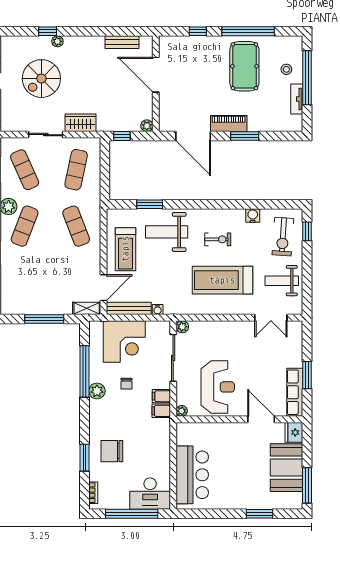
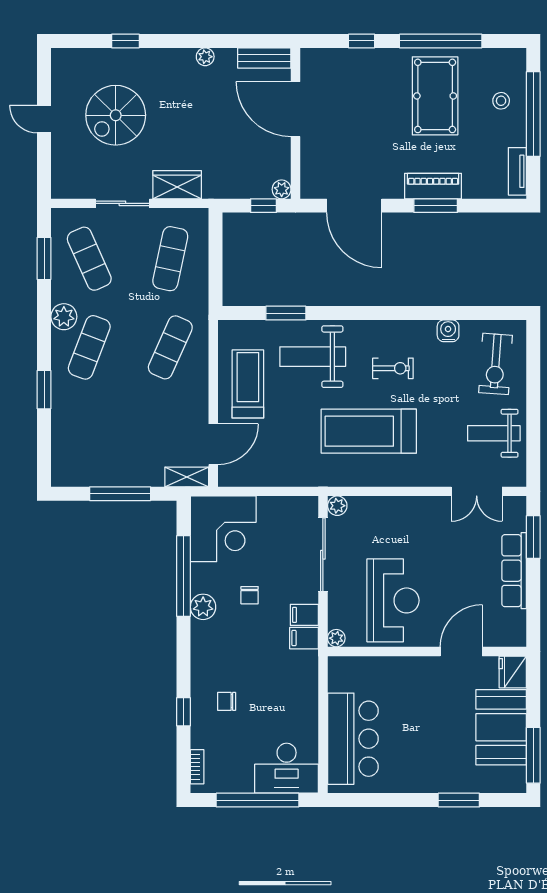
plant: (57, 41) -> (205, 57), moved
bench: (122, 42) -> (264, 58), moved
tv unit: (297, 99) -> (517, 171), moved
piano: (229, 124) -> (433, 186), moved
window: (122, 136) -> (264, 206), moved
exercise mat: (76, 226) -> (170, 347), turned 45
window: (307, 231) -> (533, 356), removed
treadmill: (125, 249) -> (248, 384), turned 180
treadmill: (222, 280) -> (369, 431), moved
bench: (129, 308) -> (253, 477), removed
water cooler: (158, 310) -> (298, 479), removed
corner desk: (124, 341) -> (223, 529), moved
window: (307, 375) -> (533, 537), moved
row of seats: (295, 392) -> (514, 571), moved
door: (261, 419) -> (461, 651), hinge flipped
chair: (112, 451) -> (227, 701), width x0.54, depth x0.54
window: (85, 458) -> (183, 712), width x0.67

